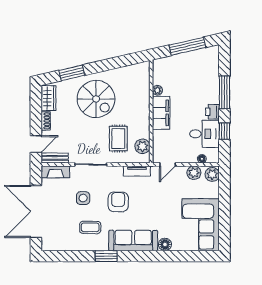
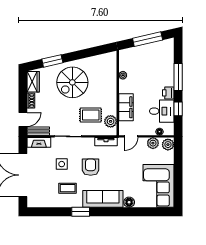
spiral stairs: (96, 99) -> (72, 82), turned 90
filing cabinet: (161, 113) -> (126, 107), moved
rug: (118, 139) -> (91, 115), turned 90

